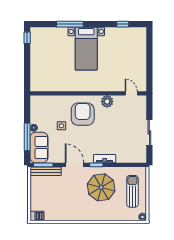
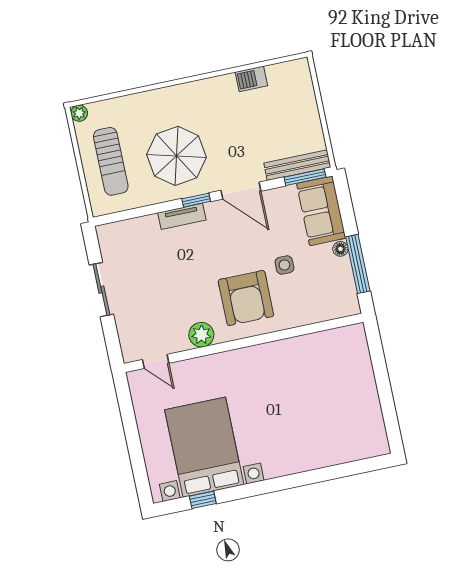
window: (70, 24) -> (311, 477), removed
window: (27, 38) -> (393, 431), removed
bed with nightstands: (86, 49) -> (204, 447), moved, width x1.36
window: (27, 137) -> (358, 264), moved
barbecue: (37, 216) -> (251, 79), moved

